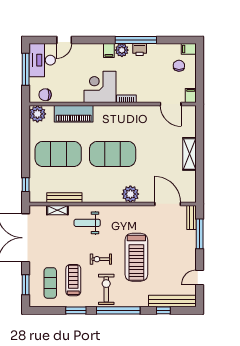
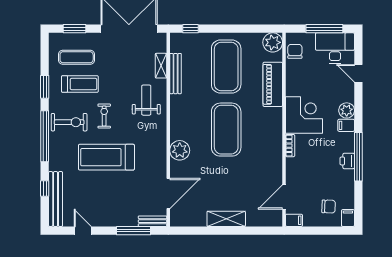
plant: (122, 50) -> (347, 110), moved

